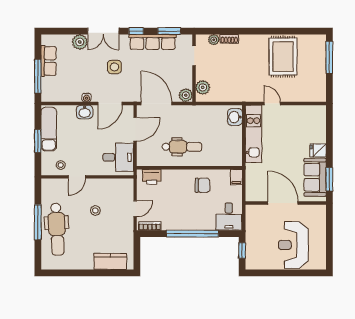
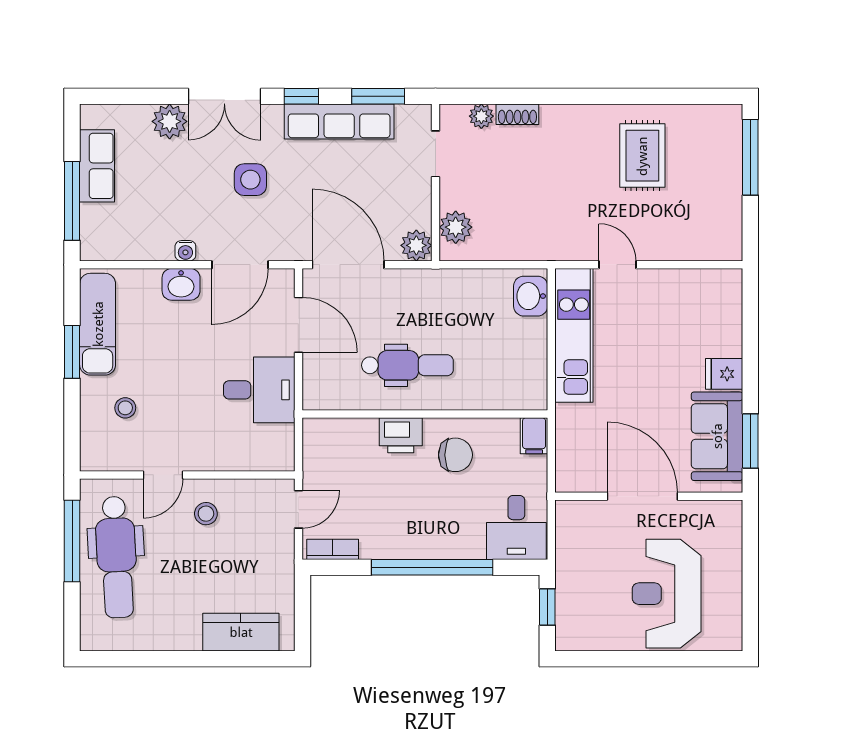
rug: (283, 57) -> (642, 156), width x0.73, depth x0.70
door: (135, 129) -> (298, 325), hinge flipped
door: (77, 177) -> (163, 475), moved
wall: (87, 177) -> (187, 475), moved
printer: (152, 177) -> (401, 435), moved

